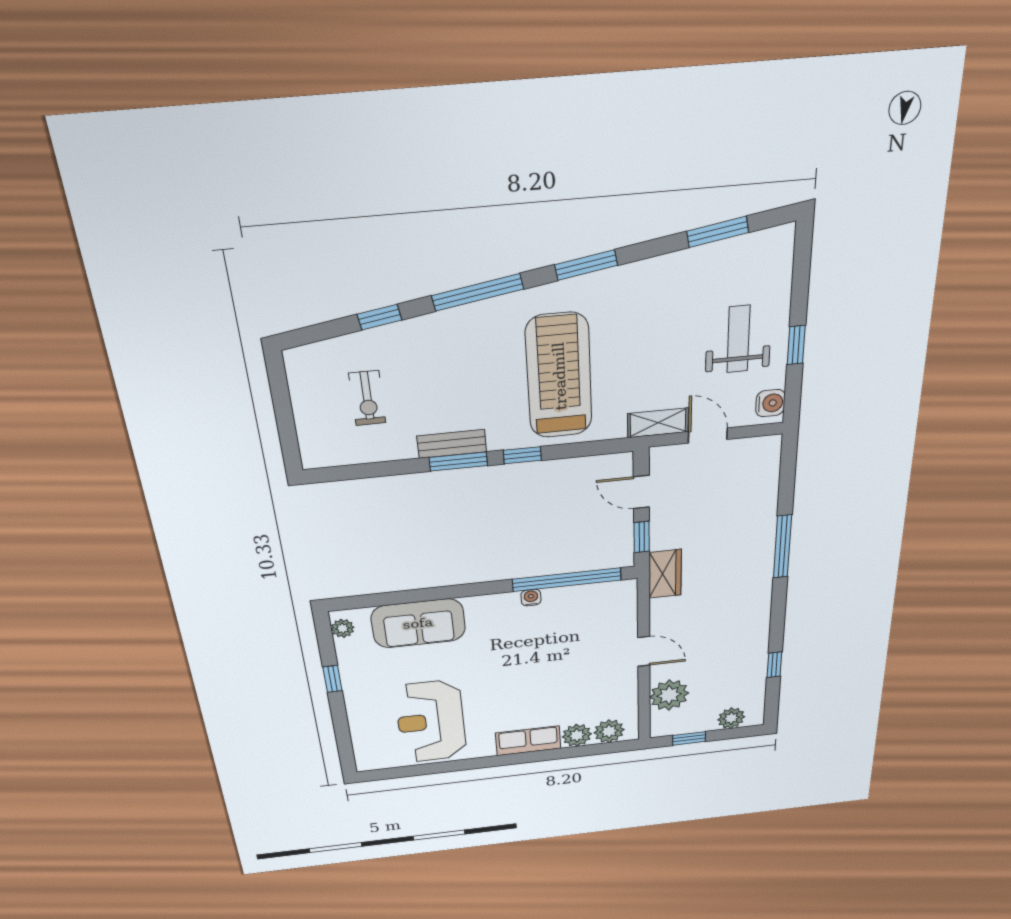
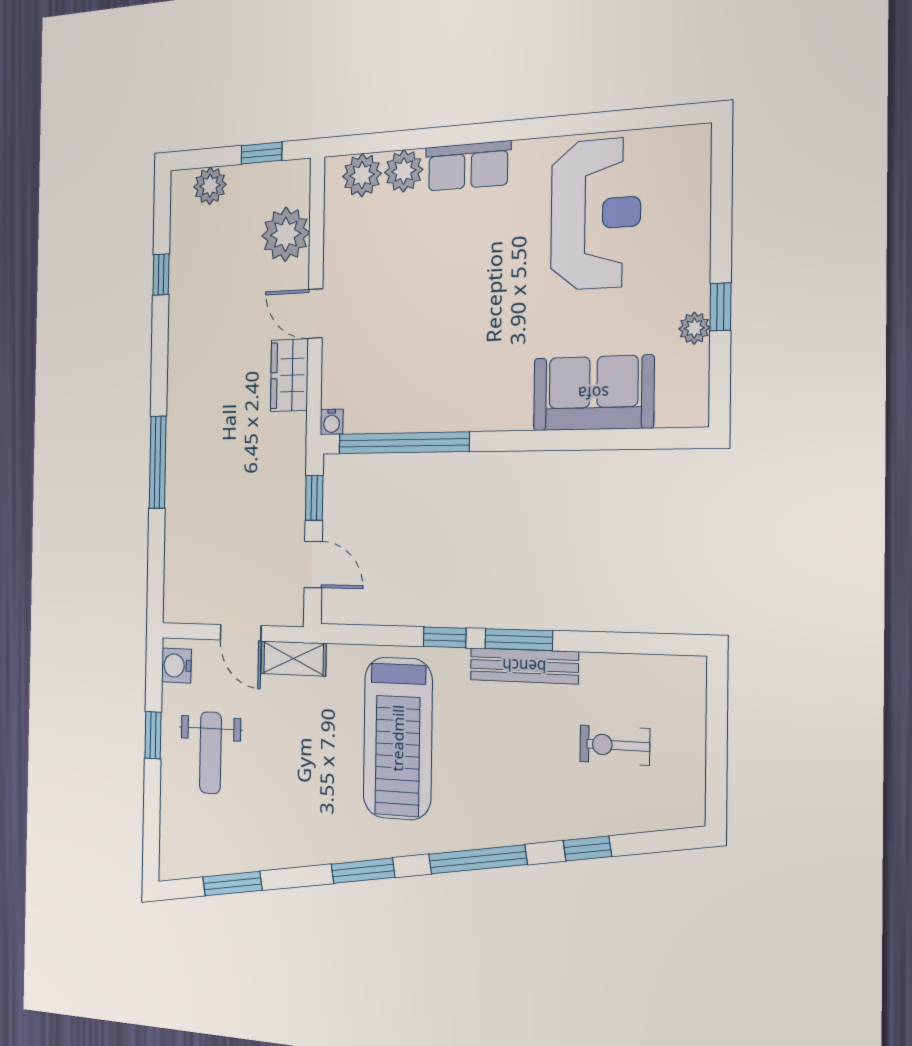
exercise bike: (367, 398) -> (615, 745), turned -90
bench: (452, 444) -> (524, 666), width x1.36
wardrobe: (665, 574) -> (289, 375), moved
water cooler: (531, 598) -> (332, 422), moved
plant: (343, 628) -> (694, 328), moved

